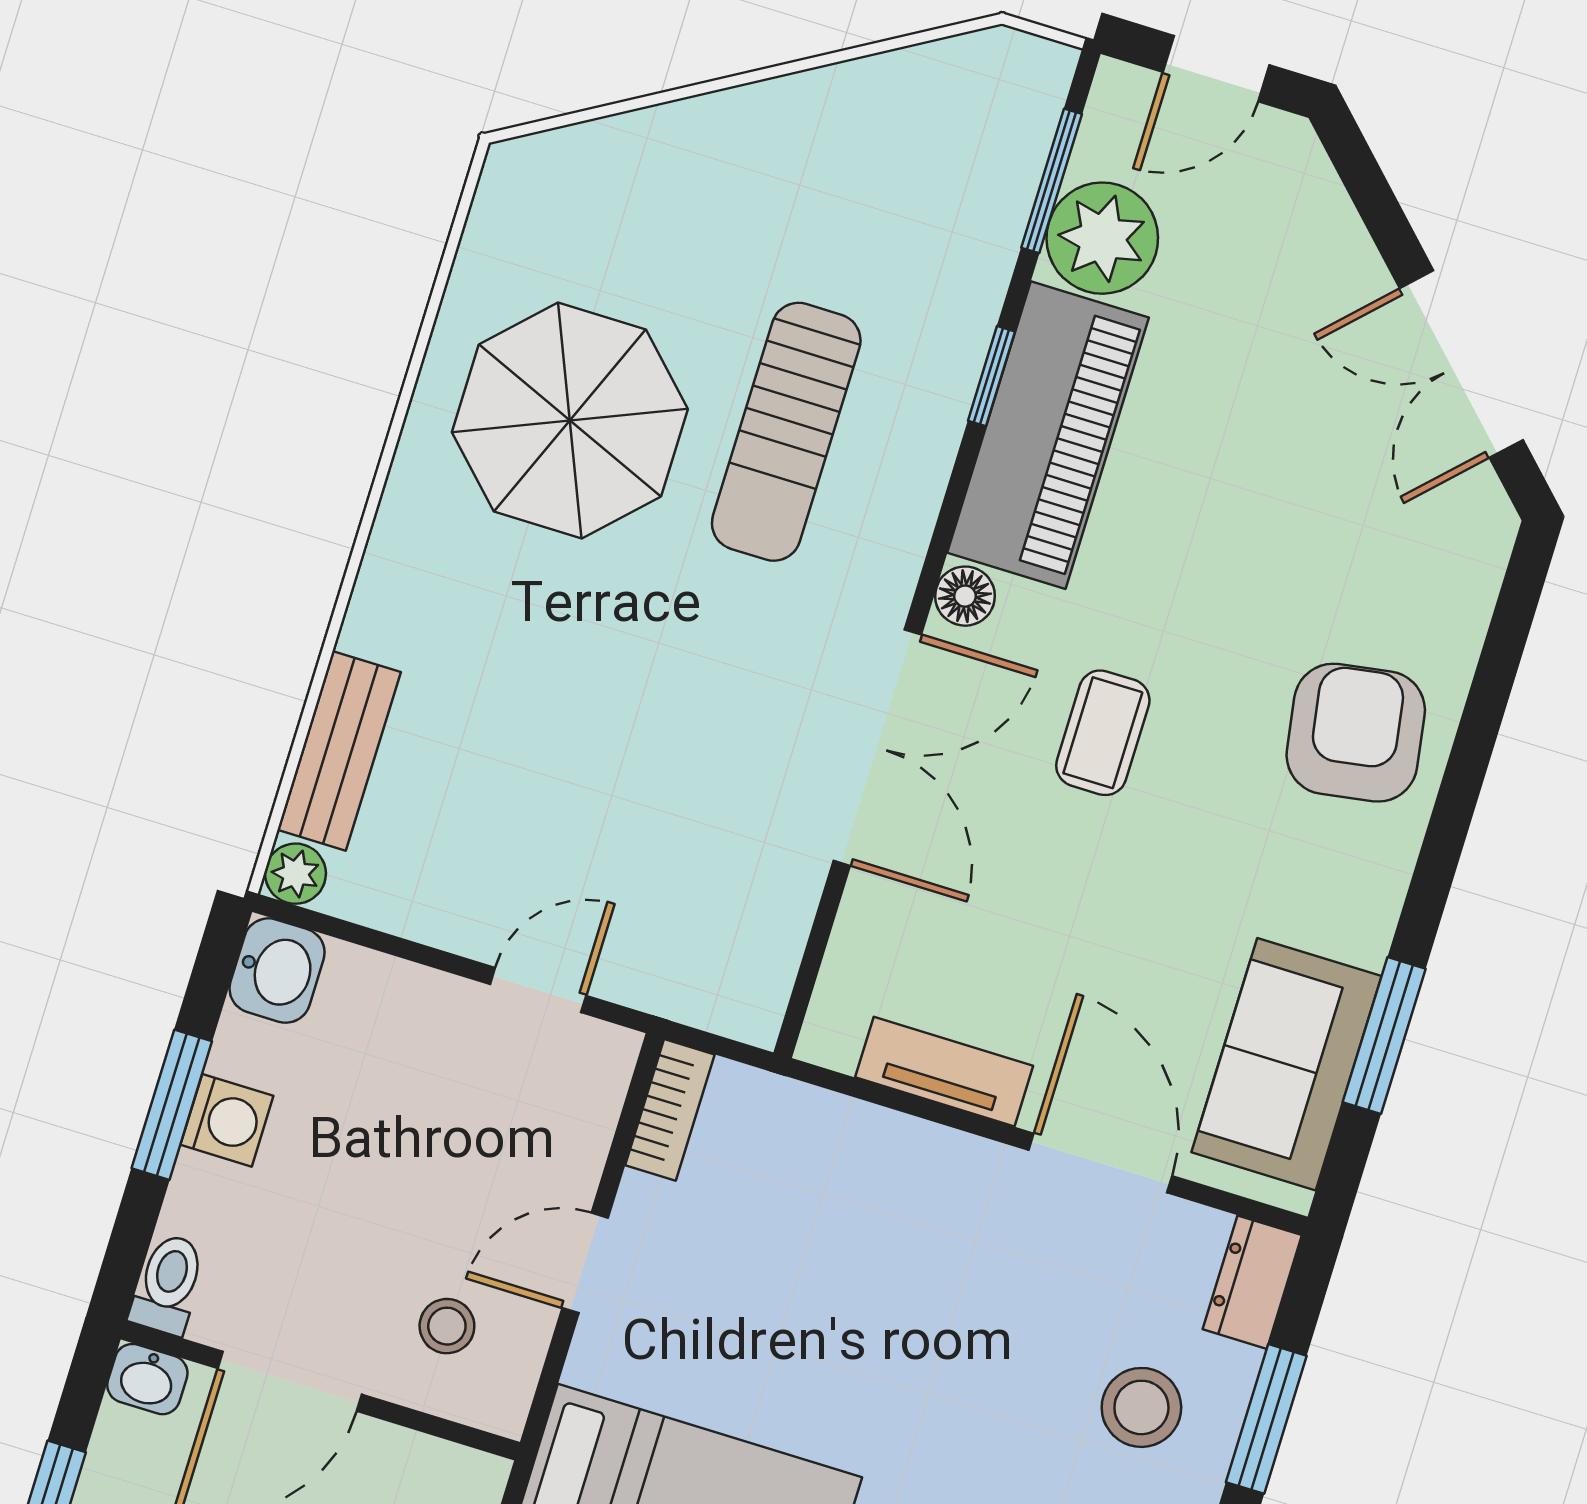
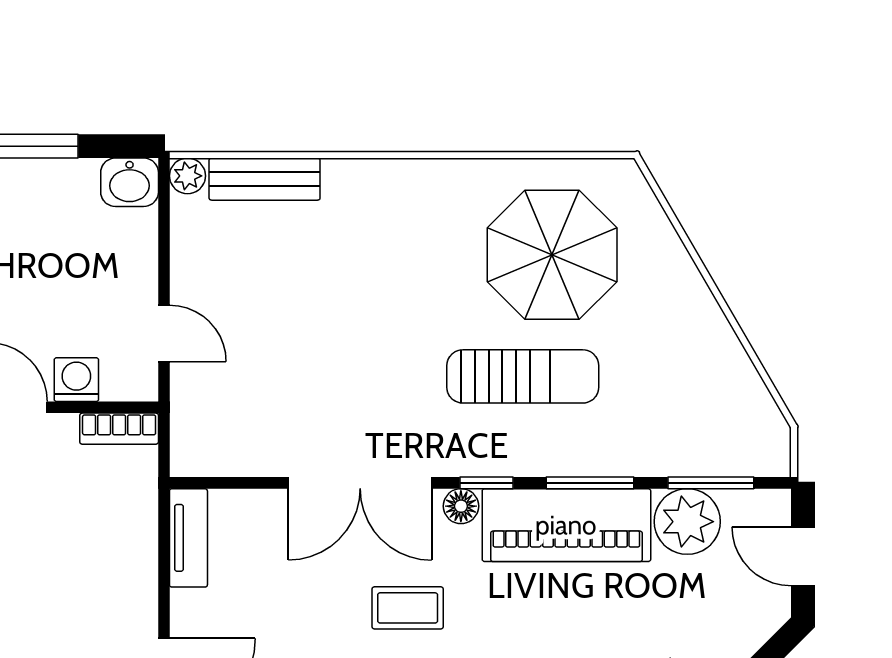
window: (992, 376) -> (590, 483), width x1.50
parasol: (570, 421) -> (552, 255), moved
sun lounger: (786, 432) -> (523, 376), turned 180
window: (940, 543) -> (486, 483), added
tv unit: (944, 1072) -> (188, 538), moved
washing machine: (227, 1120) -> (76, 380), moved, turned 180

